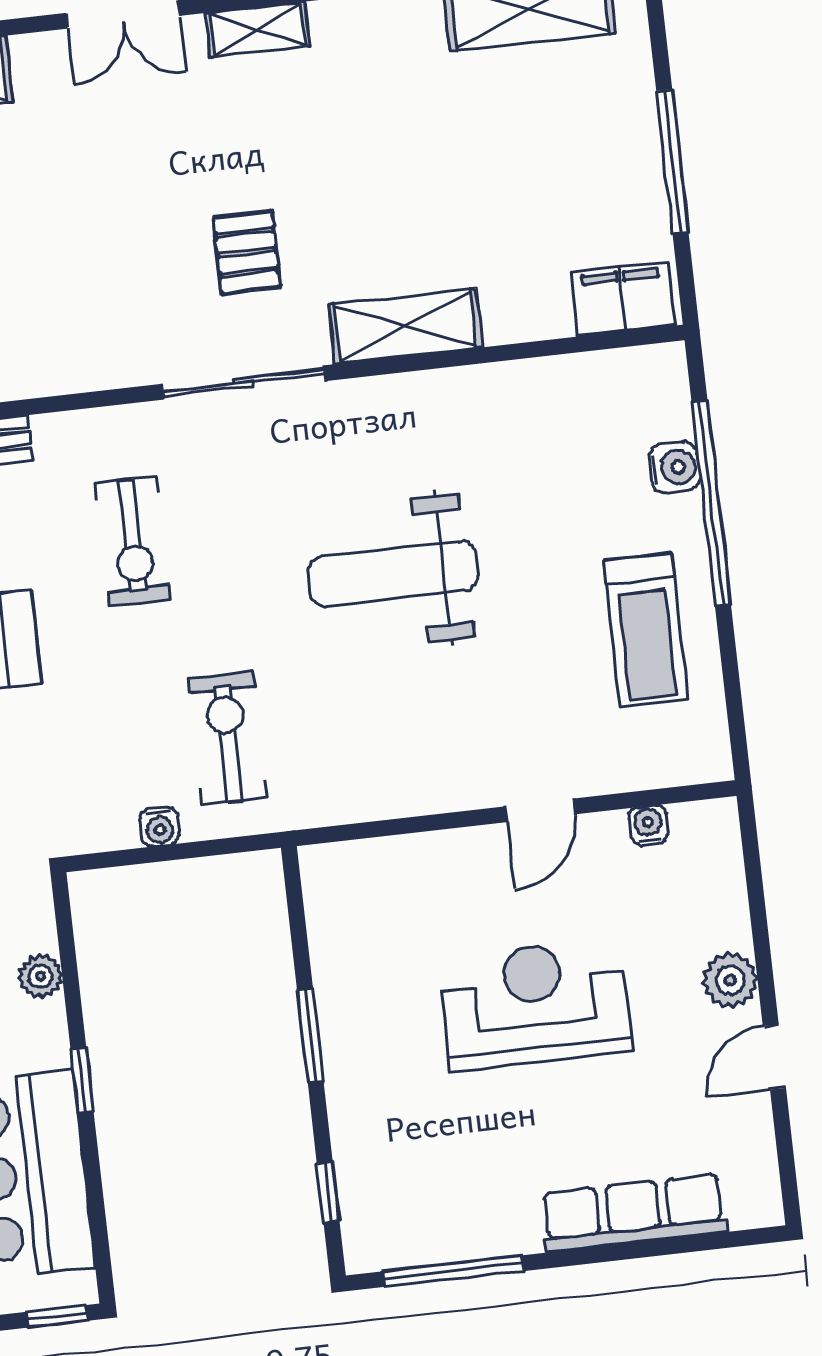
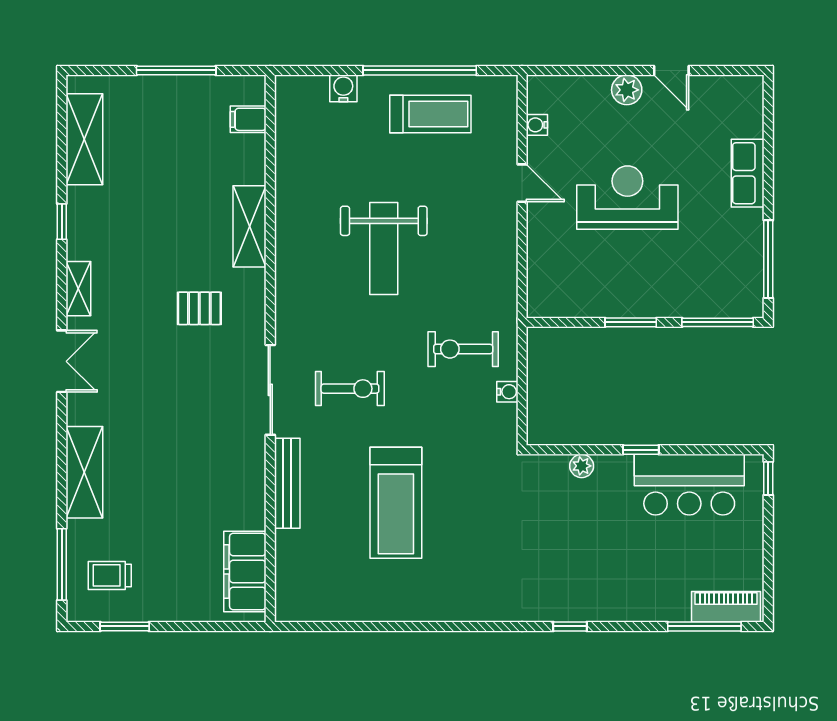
filing cabinet: (623, 299) -> (248, 119), width x0.50
sliding door: (244, 383) -> (270, 390), moved
window: (711, 504) -> (420, 70), moved
reception desk: (535, 1004) -> (627, 198), turned 90
window: (328, 1192) -> (718, 322), width x2.17
row of seats: (634, 1213) -> (748, 173), width x0.68

